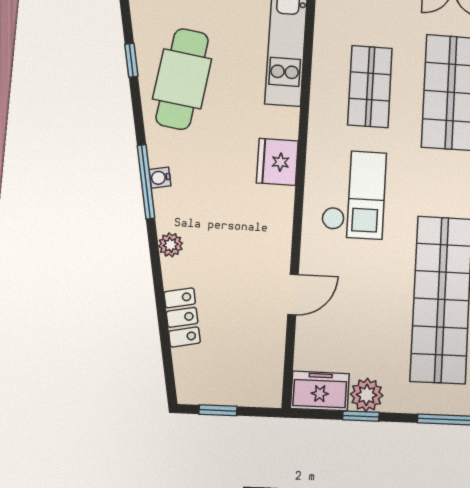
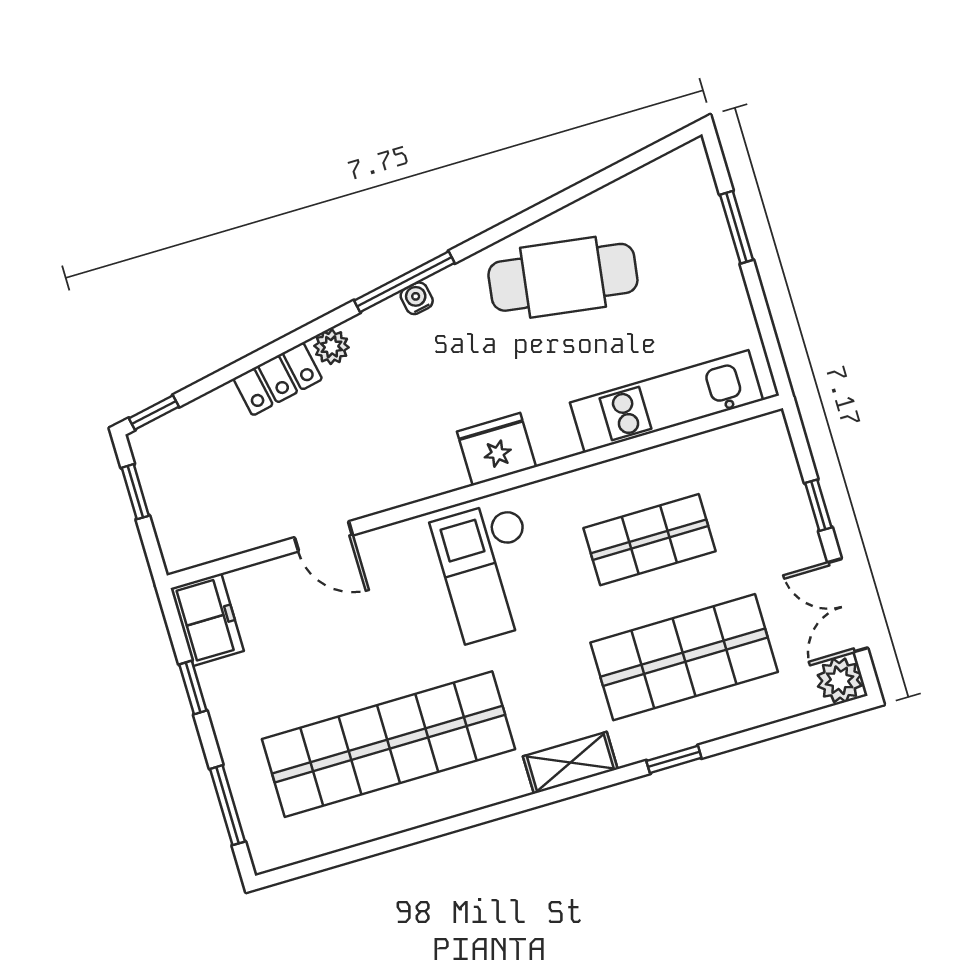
window: (131, 60) -> (154, 412), moved
checkout: (354, 194) -> (490, 571), turned 90
locker: (182, 317) -> (278, 379), moved
plant: (367, 395) -> (224, 686), removed

